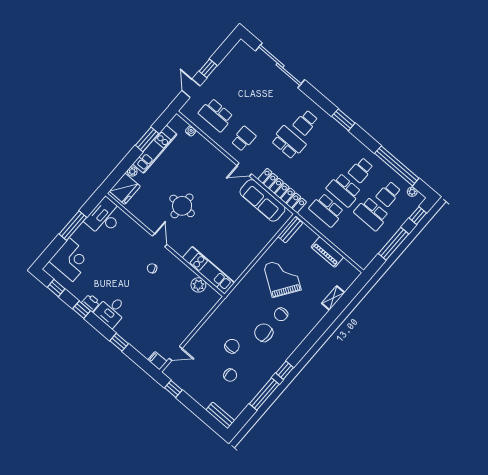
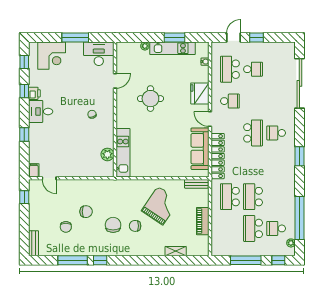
school desk: (361, 170) -> (253, 69), moved, turned 180
fridge: (125, 189) -> (200, 93), moved, turned 90
door: (160, 240) -> (115, 81), moved

